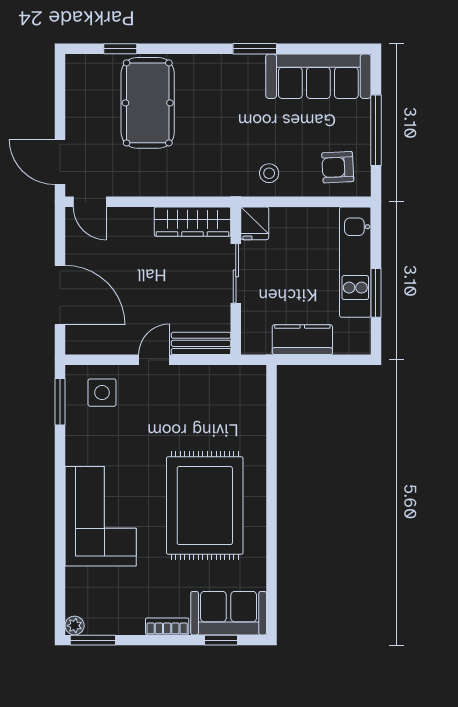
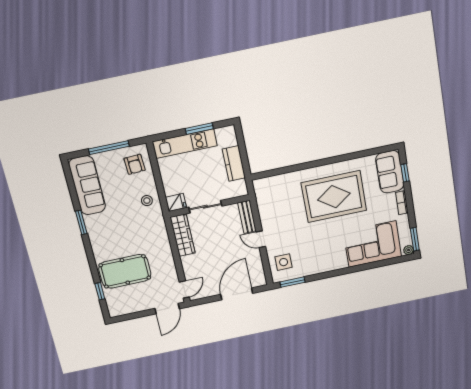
corner sofa: (101, 516) -> (372, 244), moved

